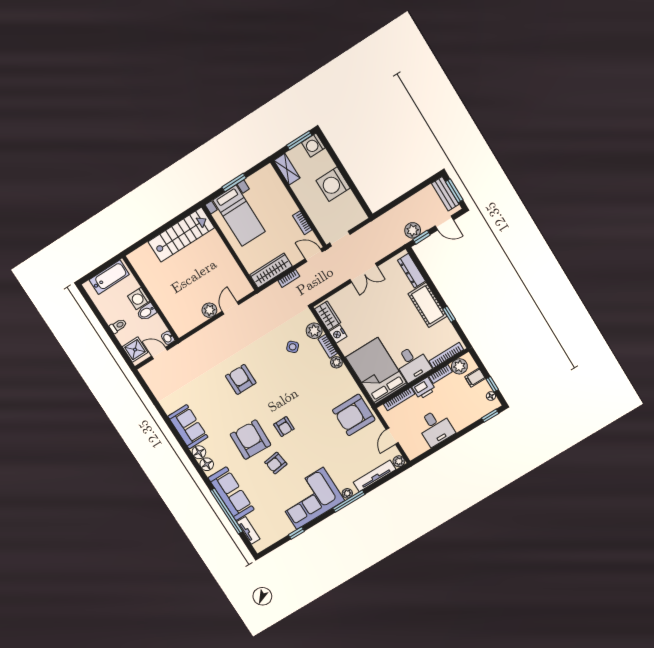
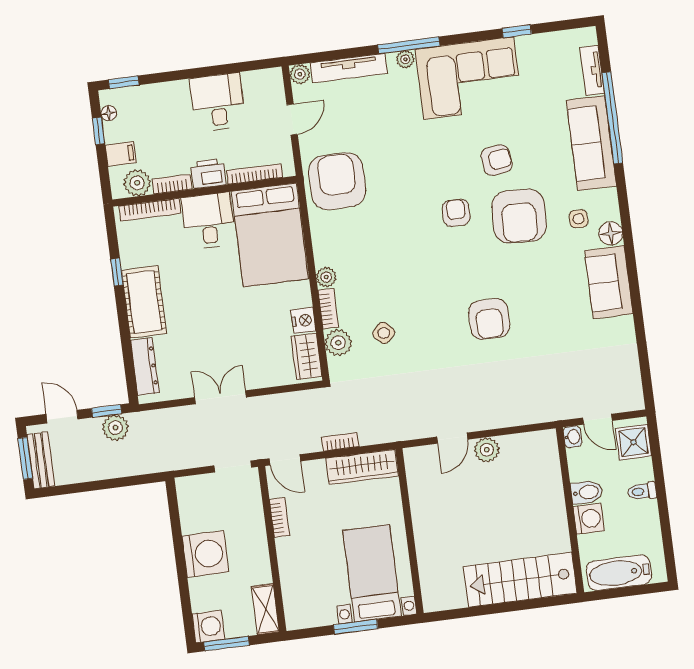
stairs: (181, 235) -> (520, 580), moved
armchair: (354, 415) -> (337, 181), turned -90
side table: (219, 452) -> (579, 219), added
floor lamp: (207, 464) -> (608, 208), removed

